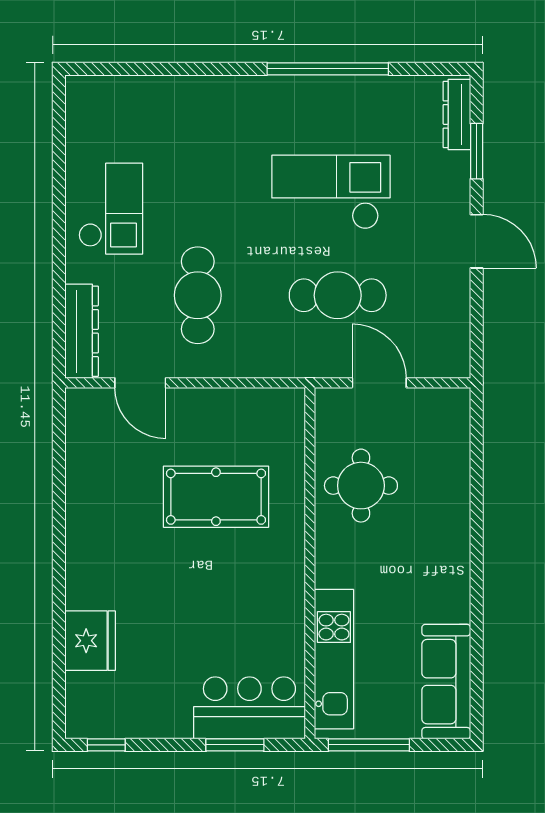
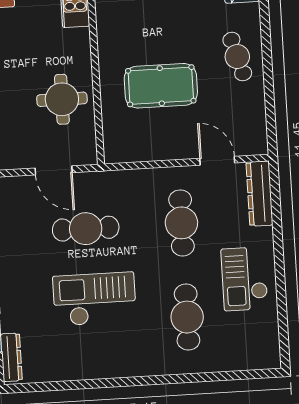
window: (328, 69) -> (102, 383), removed
cafe table: (198, 158) -> (187, 317), added
checkout: (331, 192) -> (94, 299), turned 180
cafe table: (102, 533) -> (237, 57), added

